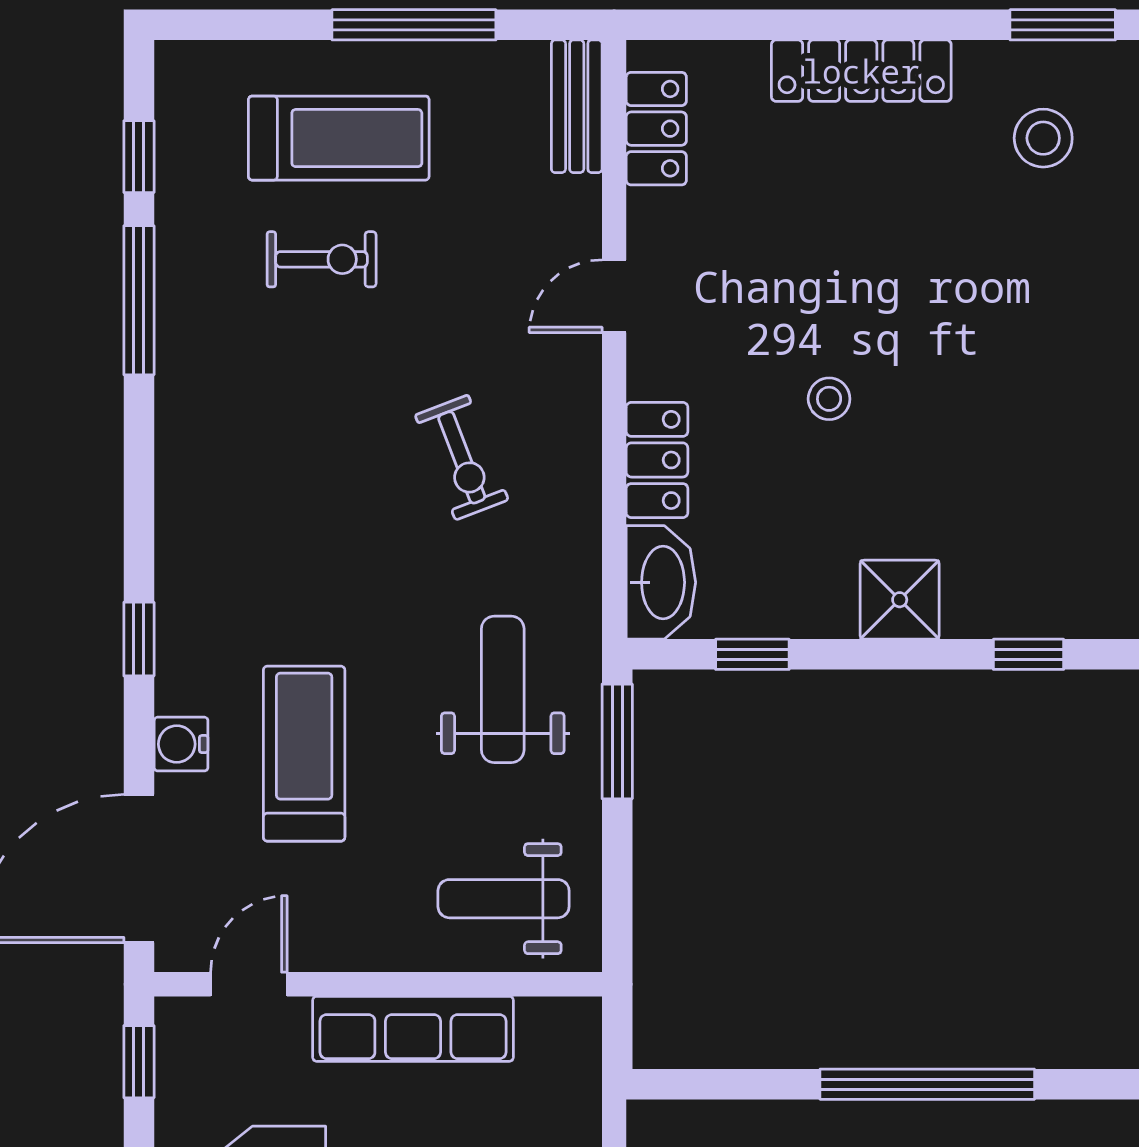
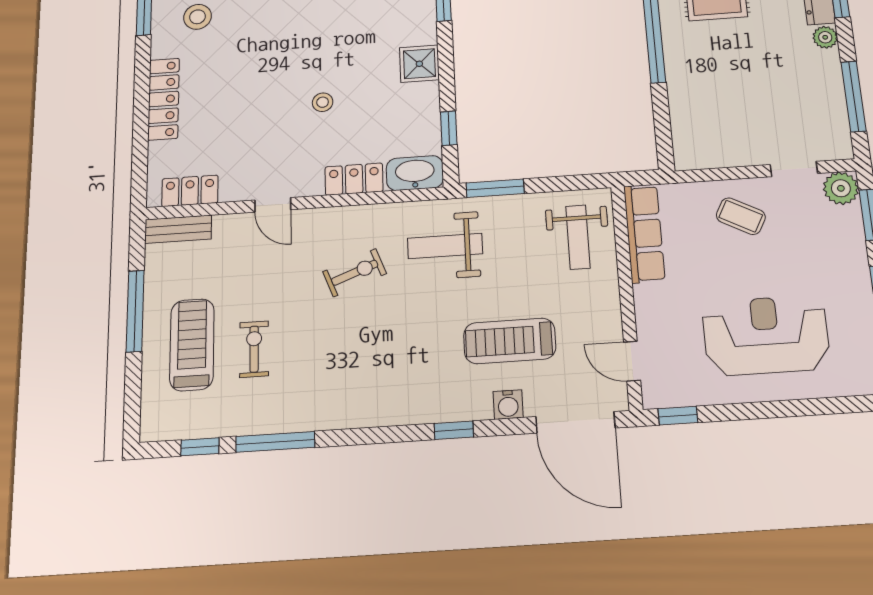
weight bench: (503, 689) -> (445, 246), moved
row of seats: (413, 1029) -> (644, 233), moved

